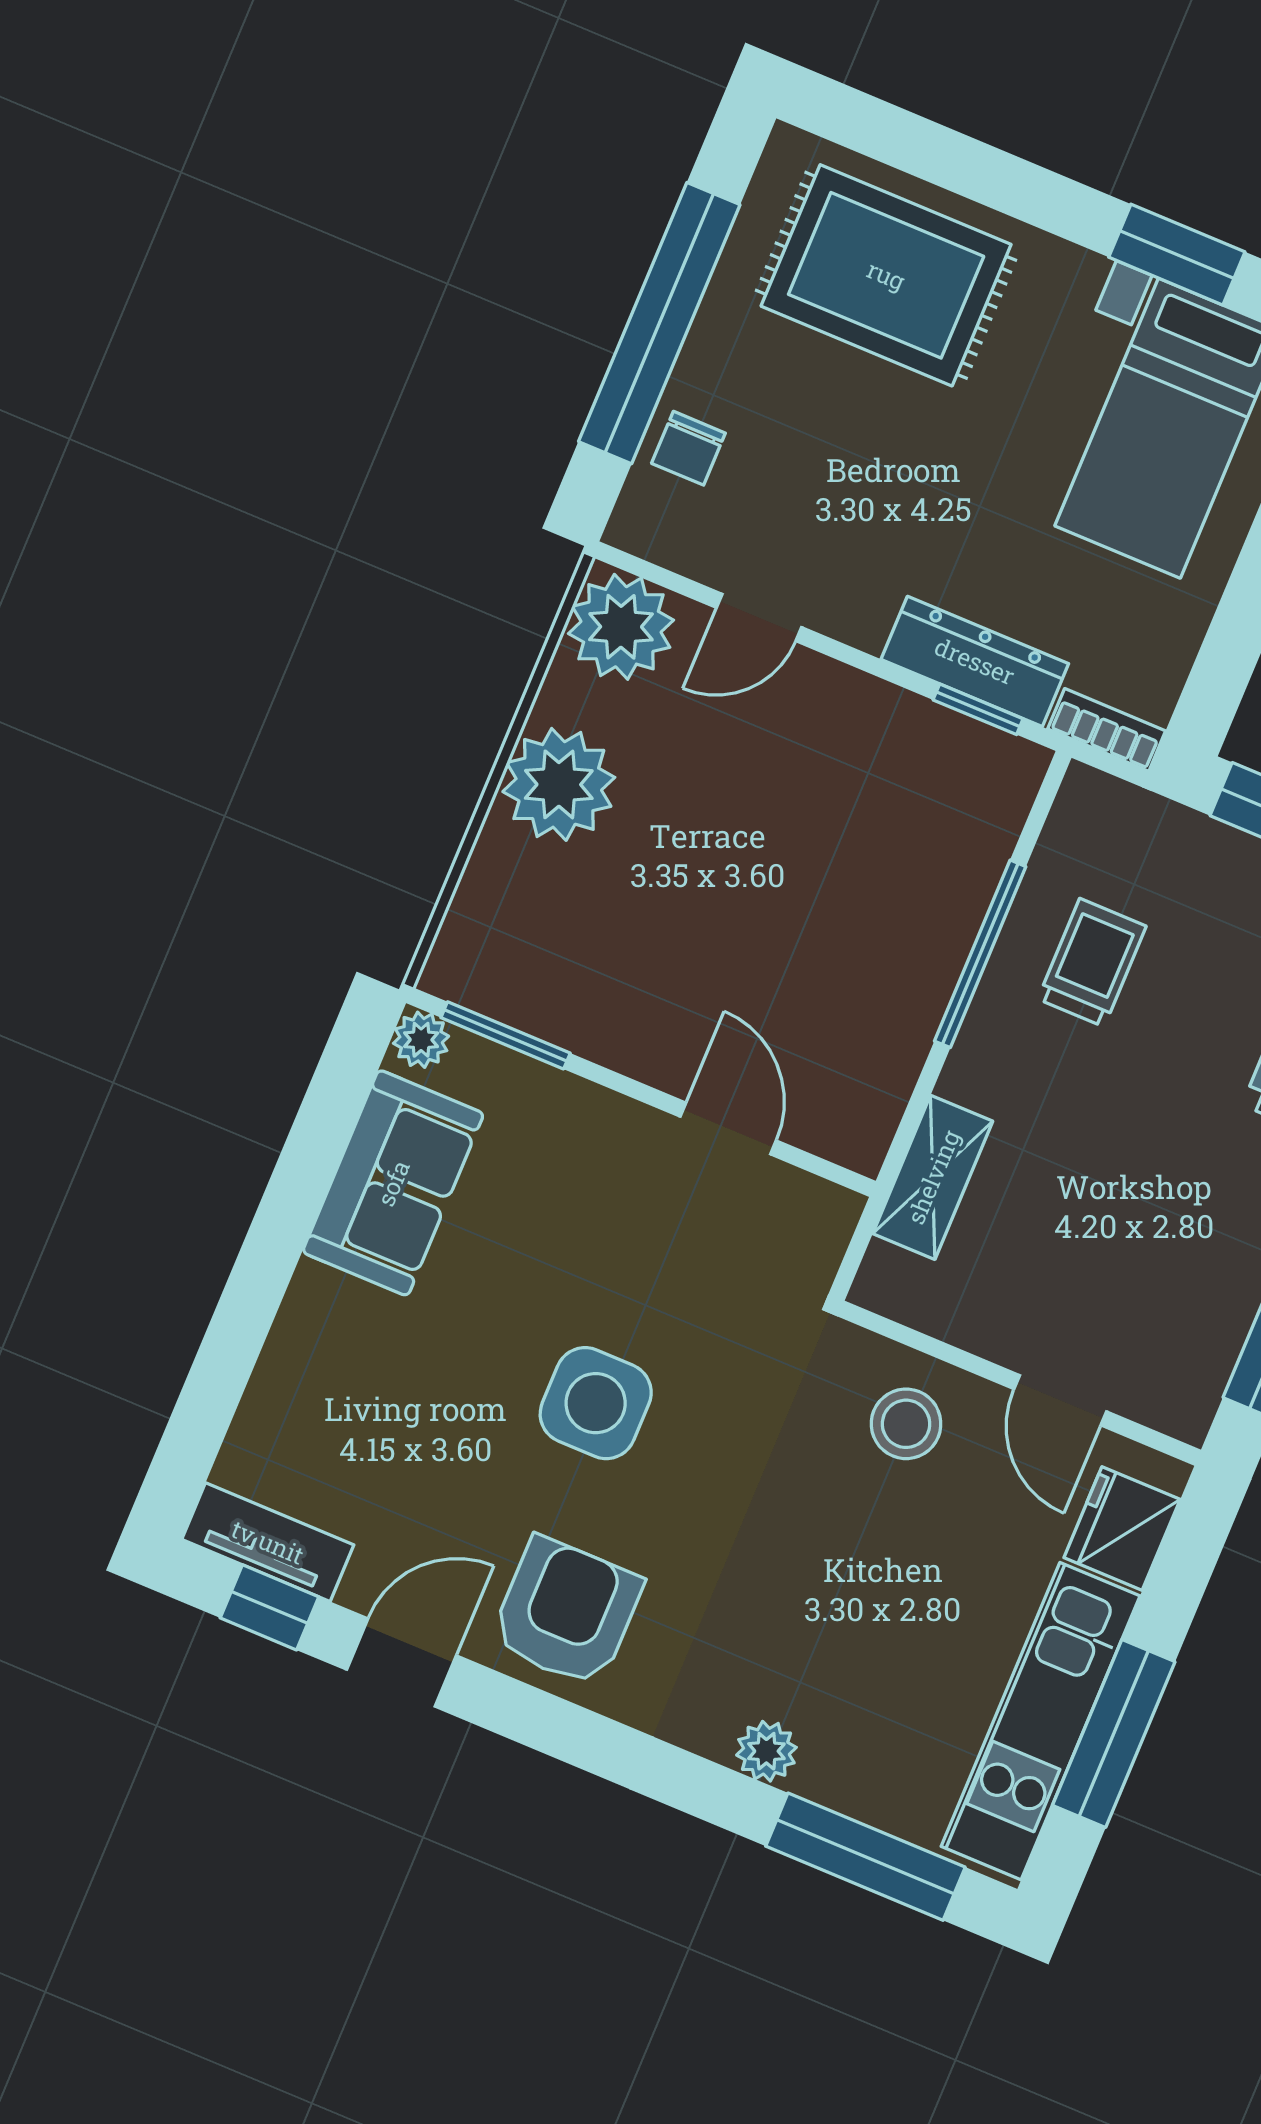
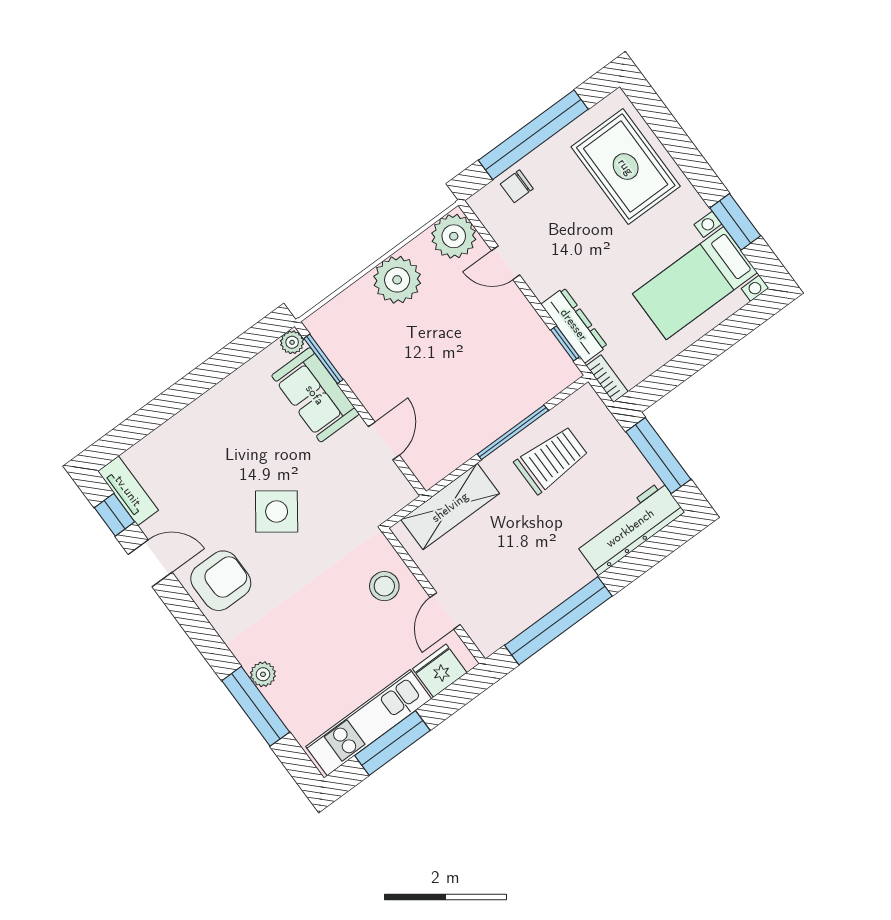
trolley: (1092, 963) -> (551, 460), width x1.36, depth x1.39
shelving: (933, 1177) -> (450, 507), width x1.50, depth x1.33
sofa: (393, 1183) -> (315, 395), moved, turned 90
side table: (596, 1403) -> (277, 511), turned 36
window: (865, 1857) -> (256, 706), moved

